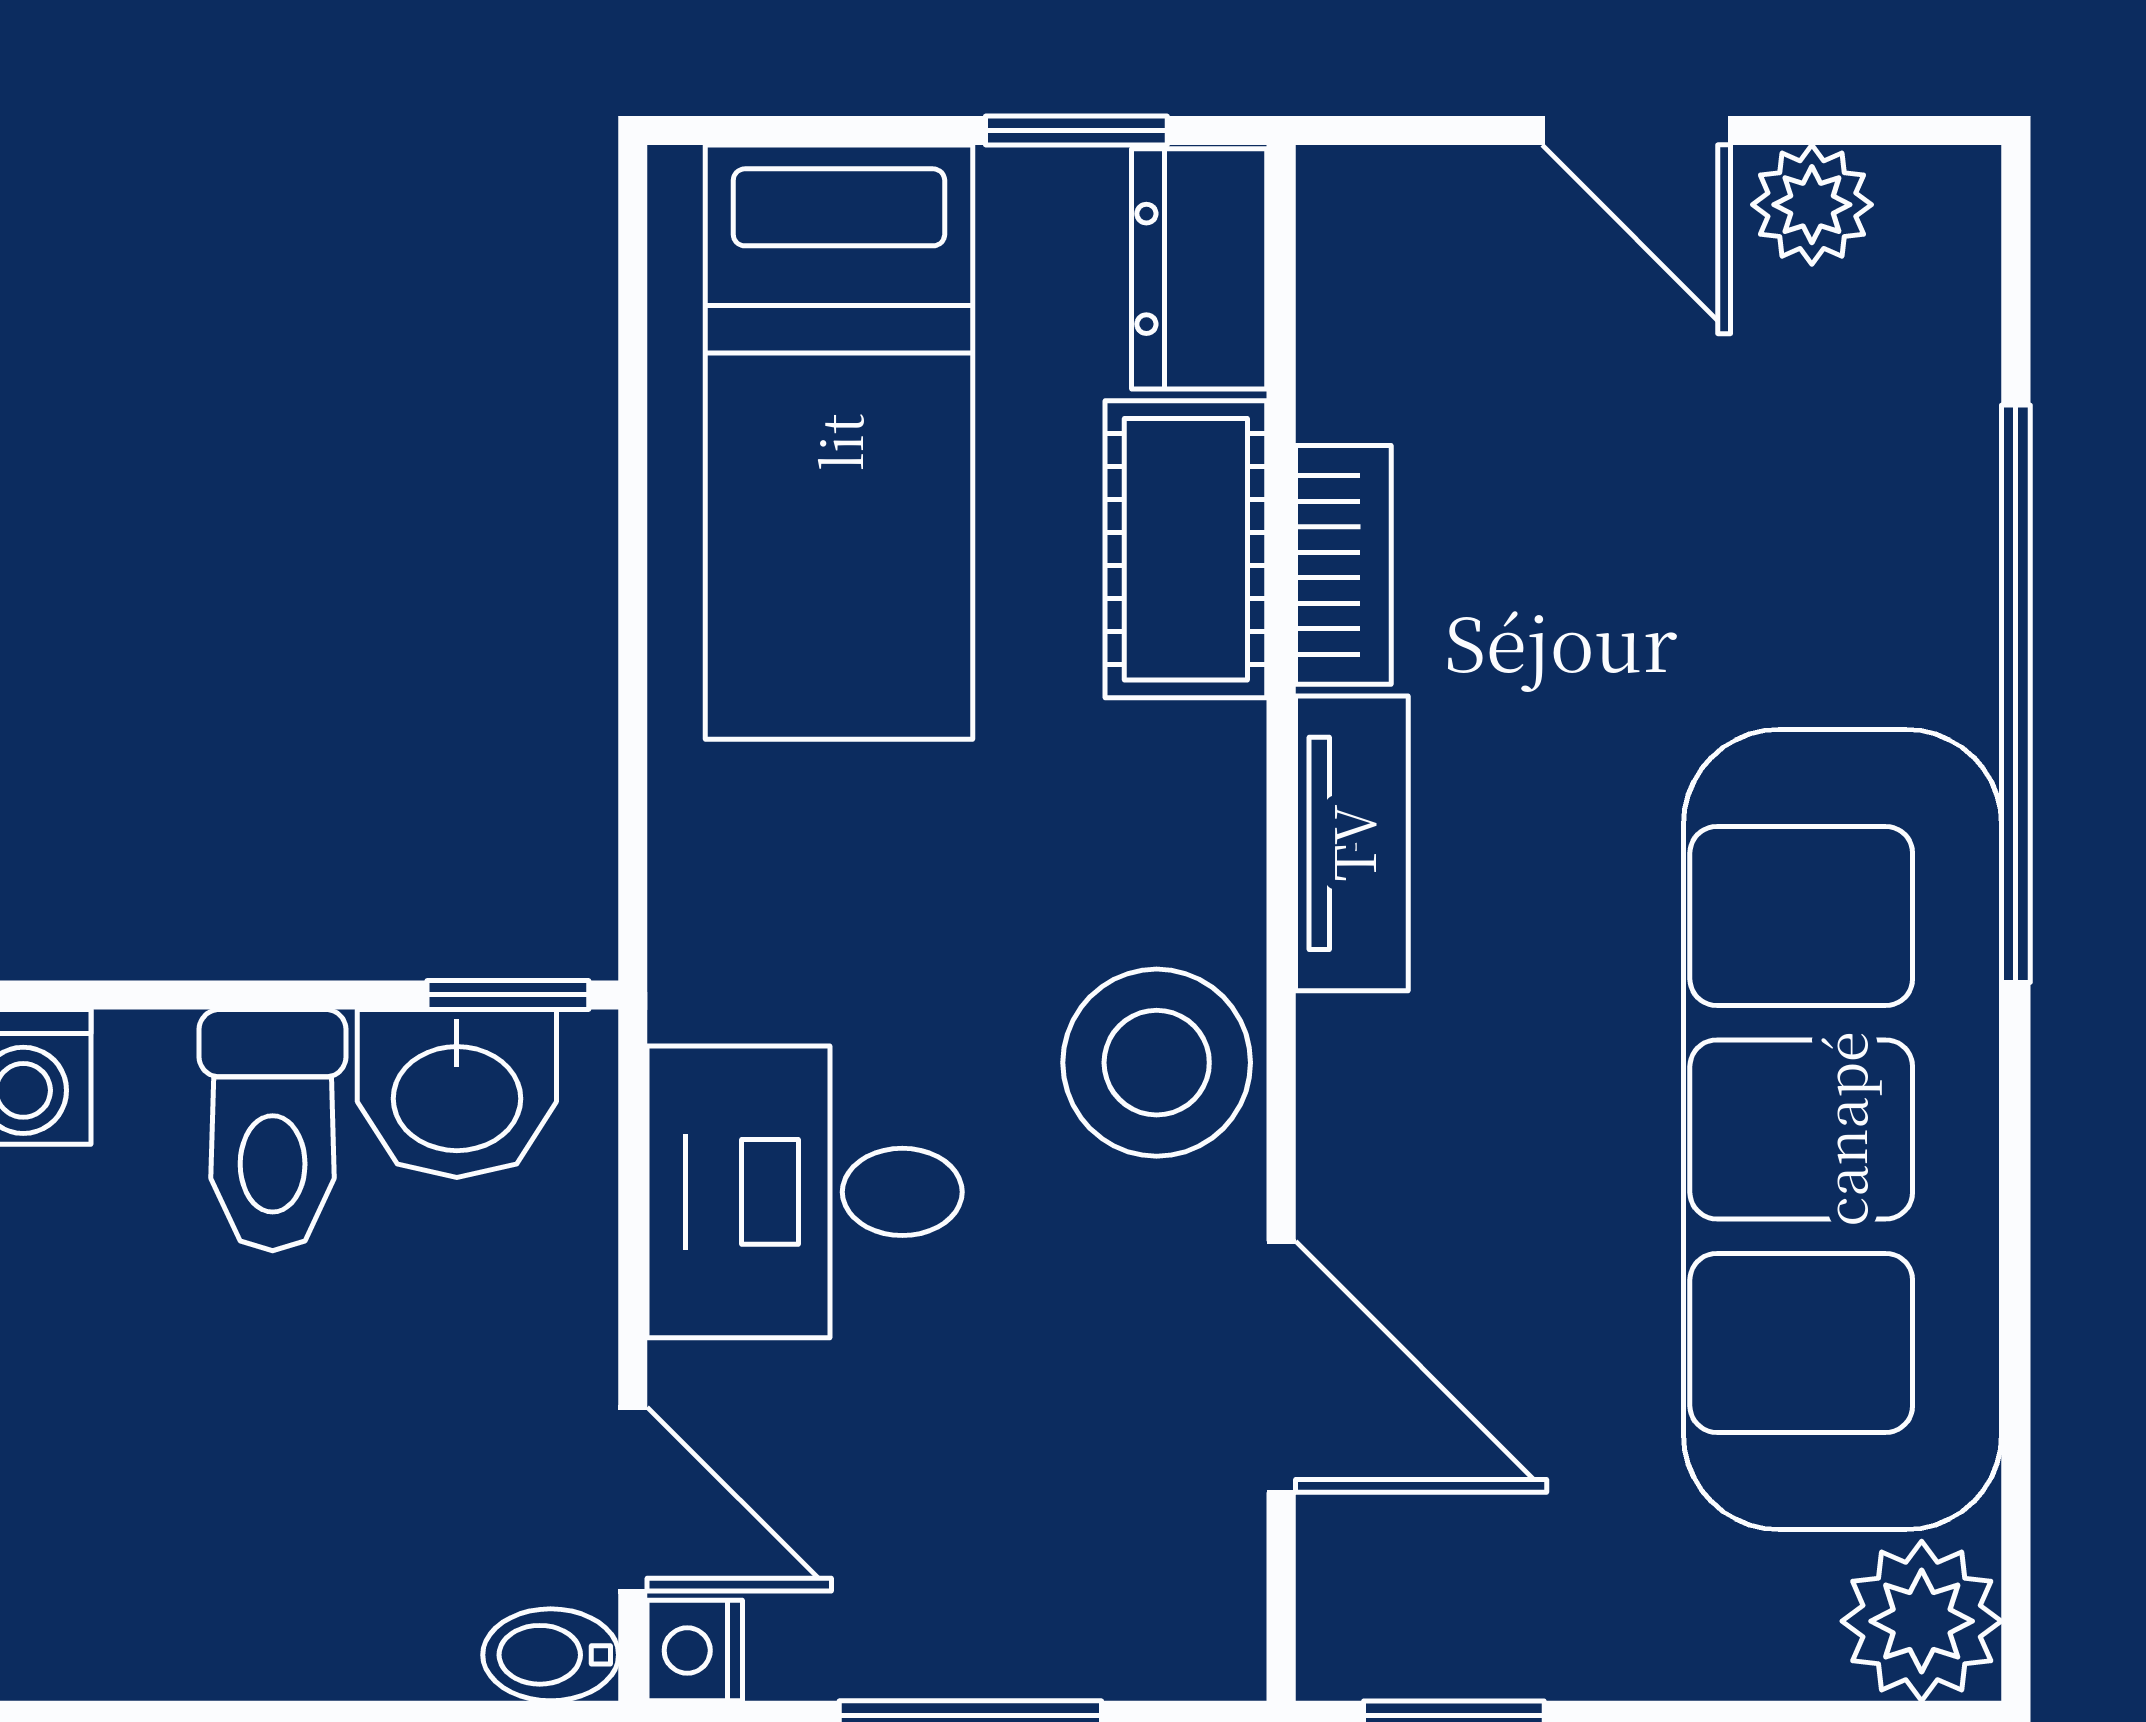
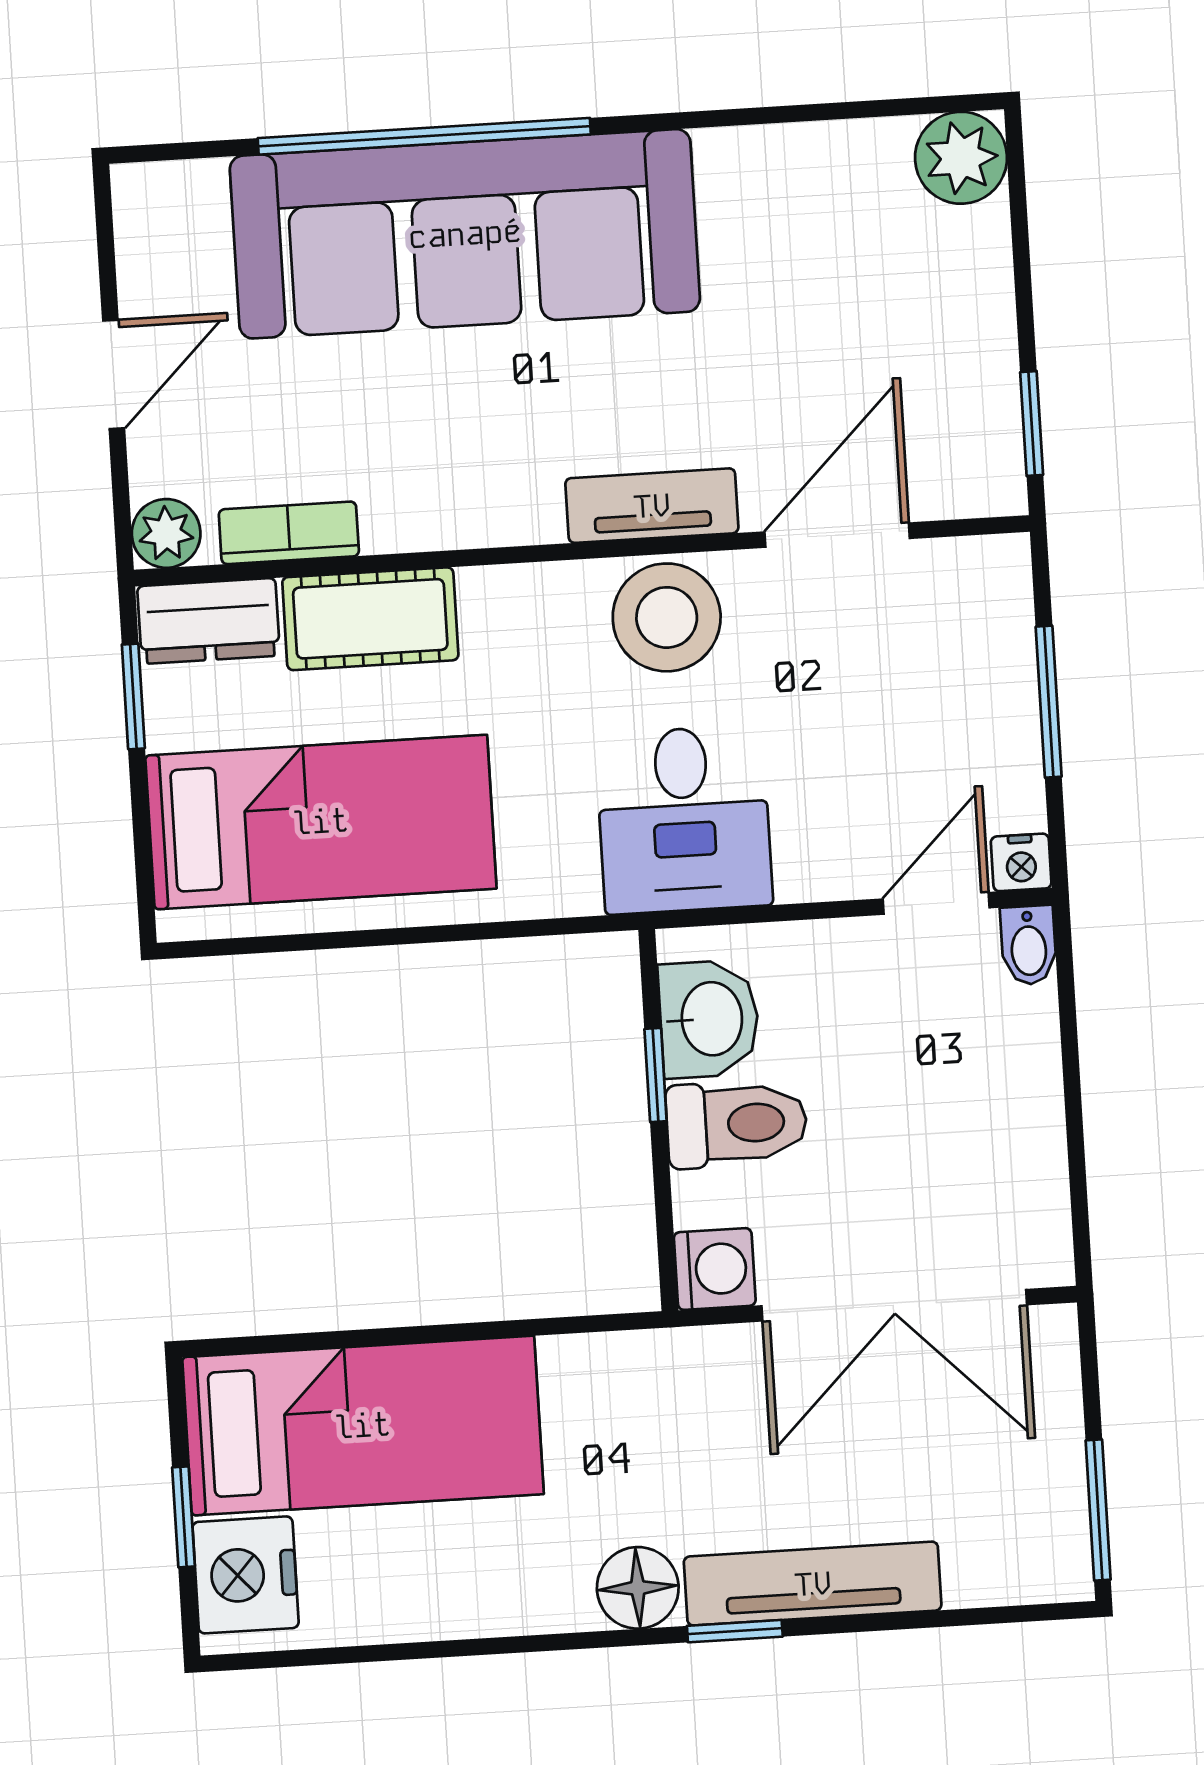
plant: (1812, 205) -> (166, 533), moved
bookcase: (1343, 565) -> (289, 533), moved
tv unit: (1352, 843) -> (652, 506), moved
window: (508, 995) -> (656, 1075), moved
sofa: (1843, 1129) -> (465, 234), moved
desk: (805, 1192) -> (684, 820), moved

